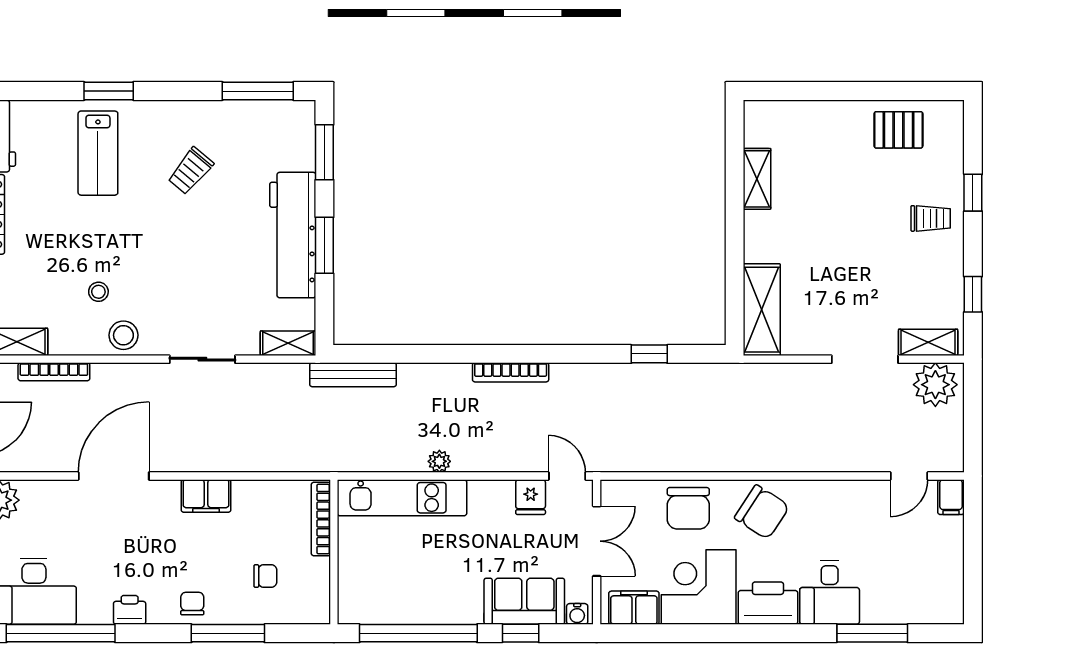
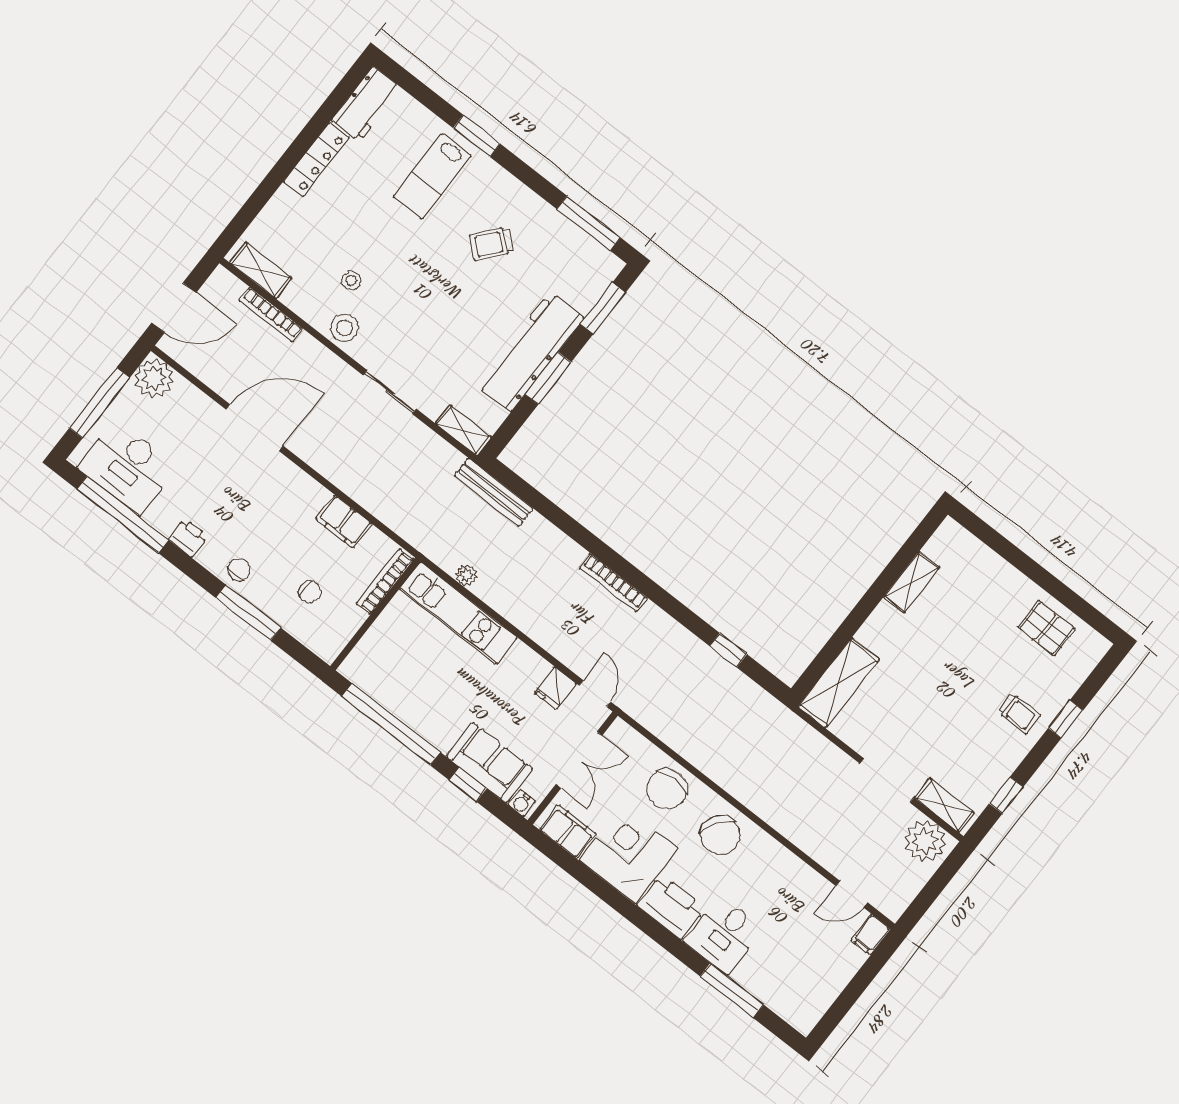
plant: (439, 461) -> (466, 575), moved
filing cabinet: (206, 496) -> (344, 522), moved

